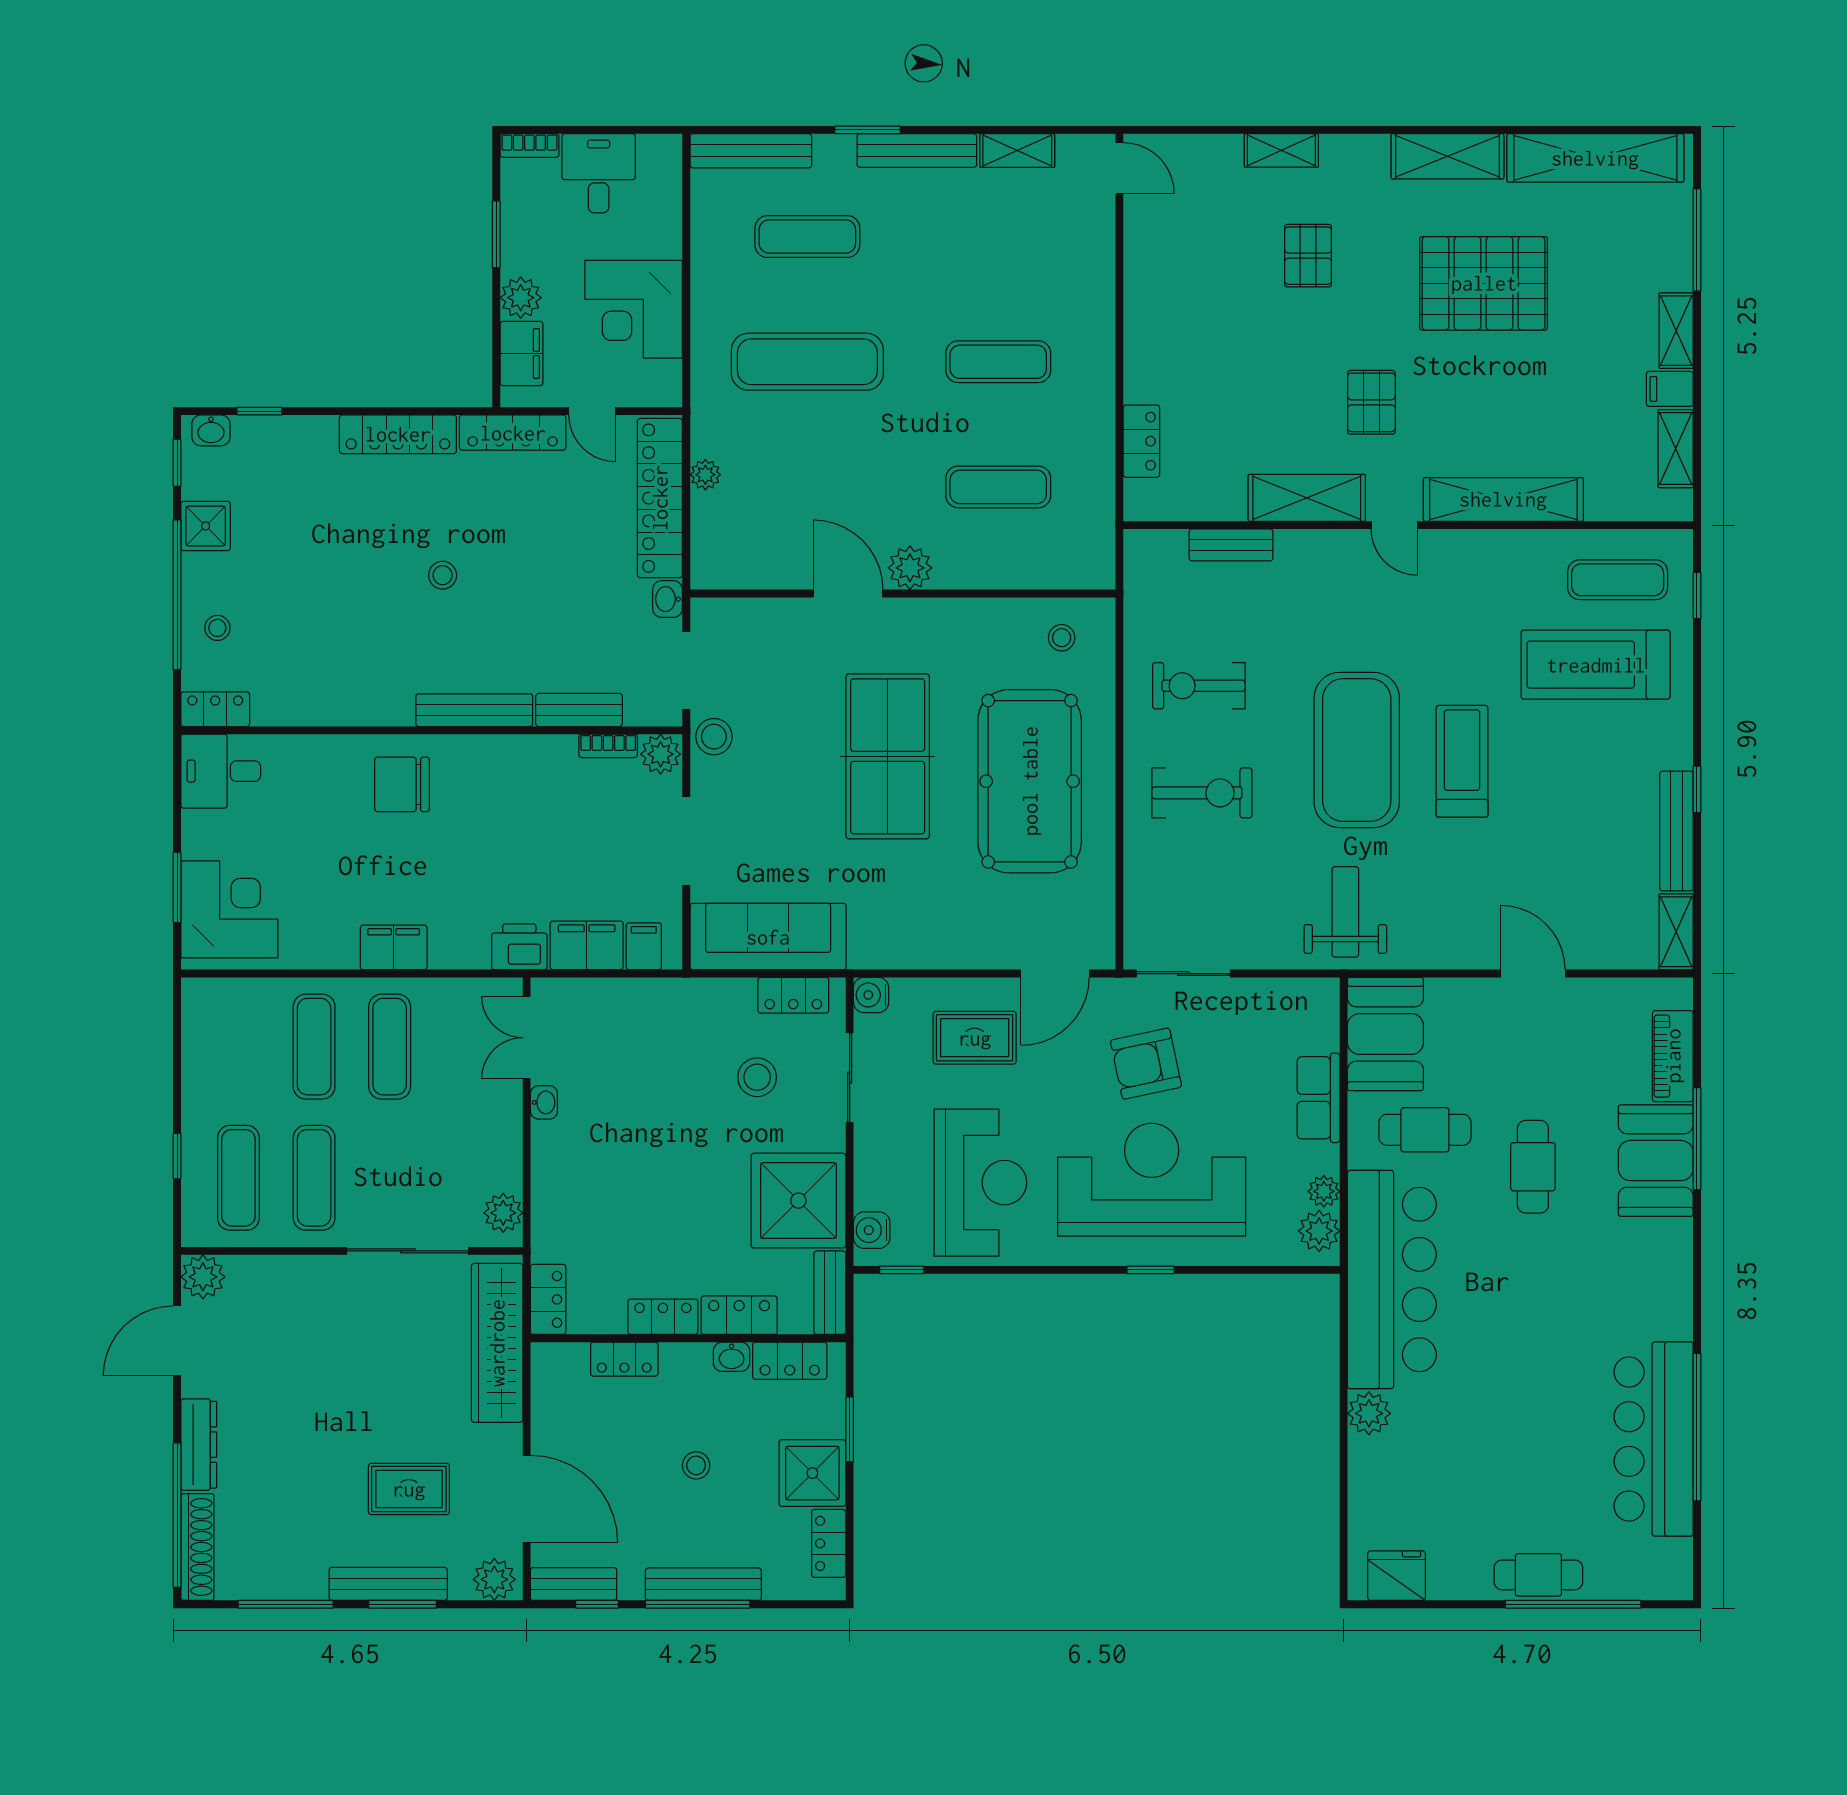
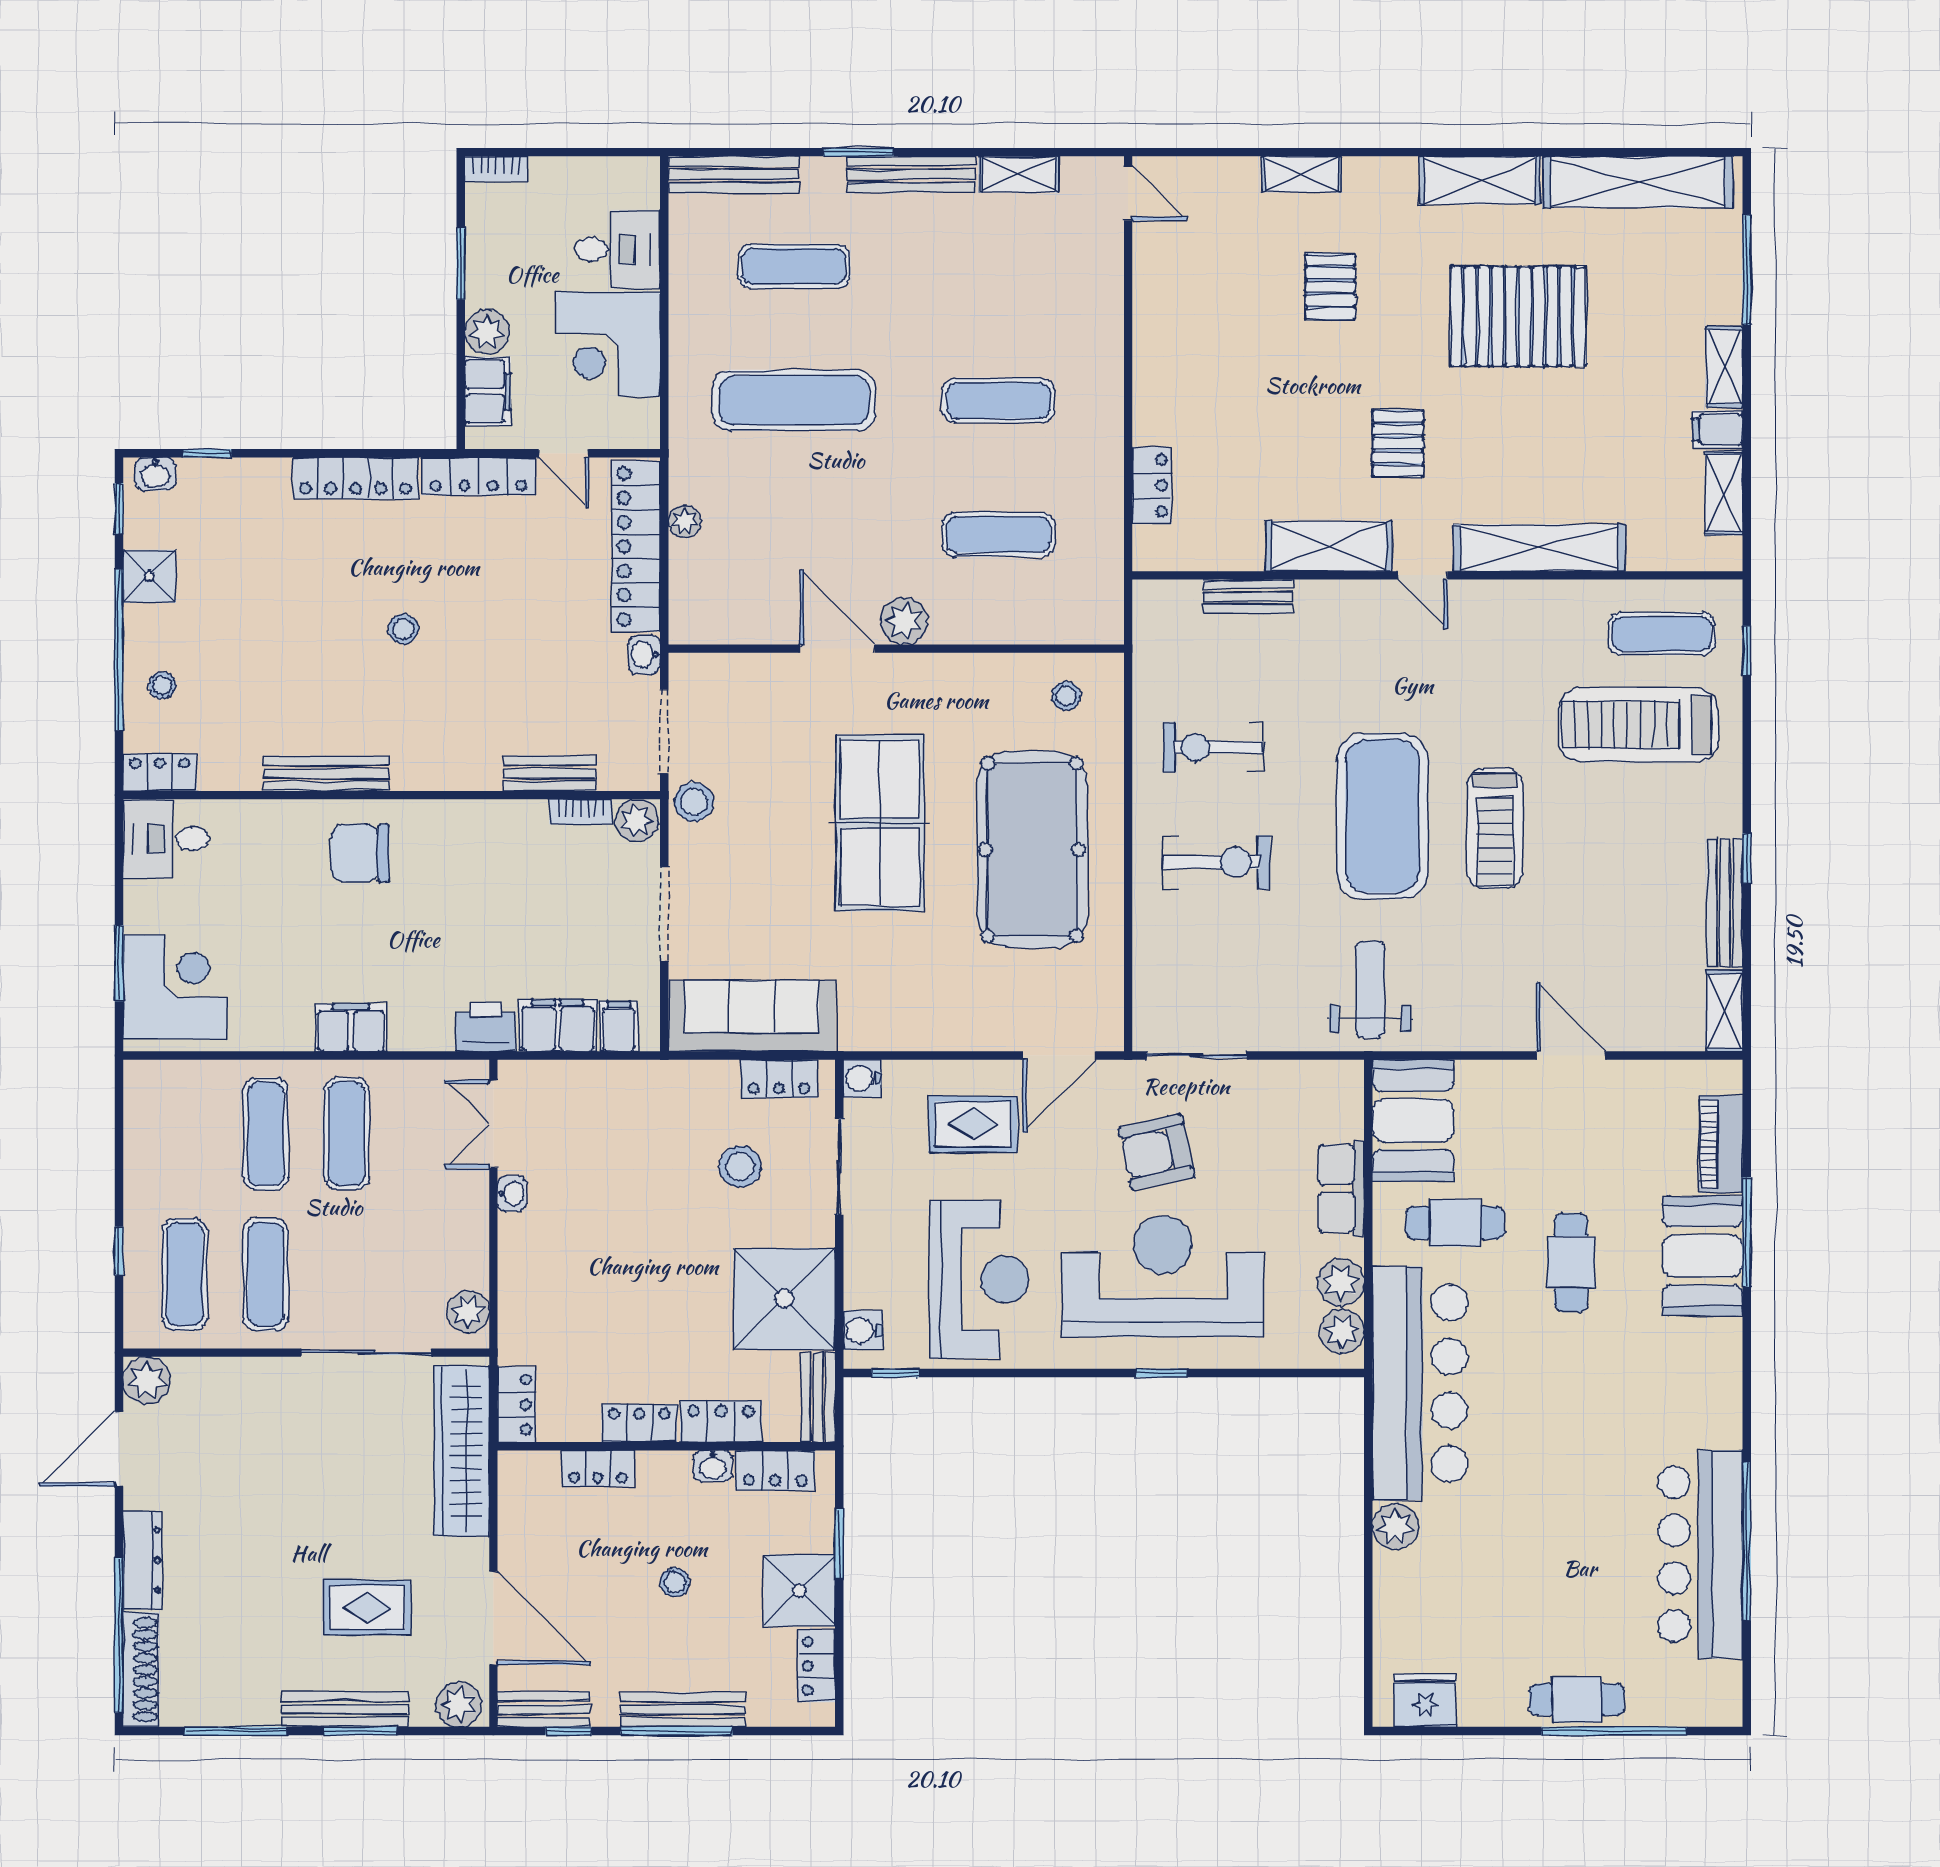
desk: (599, 173) -> (618, 249), moved, turned 90
bench: (474, 710) -> (326, 773), moved
treadmill: (1462, 761) -> (1495, 828), turned 180
plant: (1324, 1191) -> (1341, 1282), width x1.38, depth x1.38

